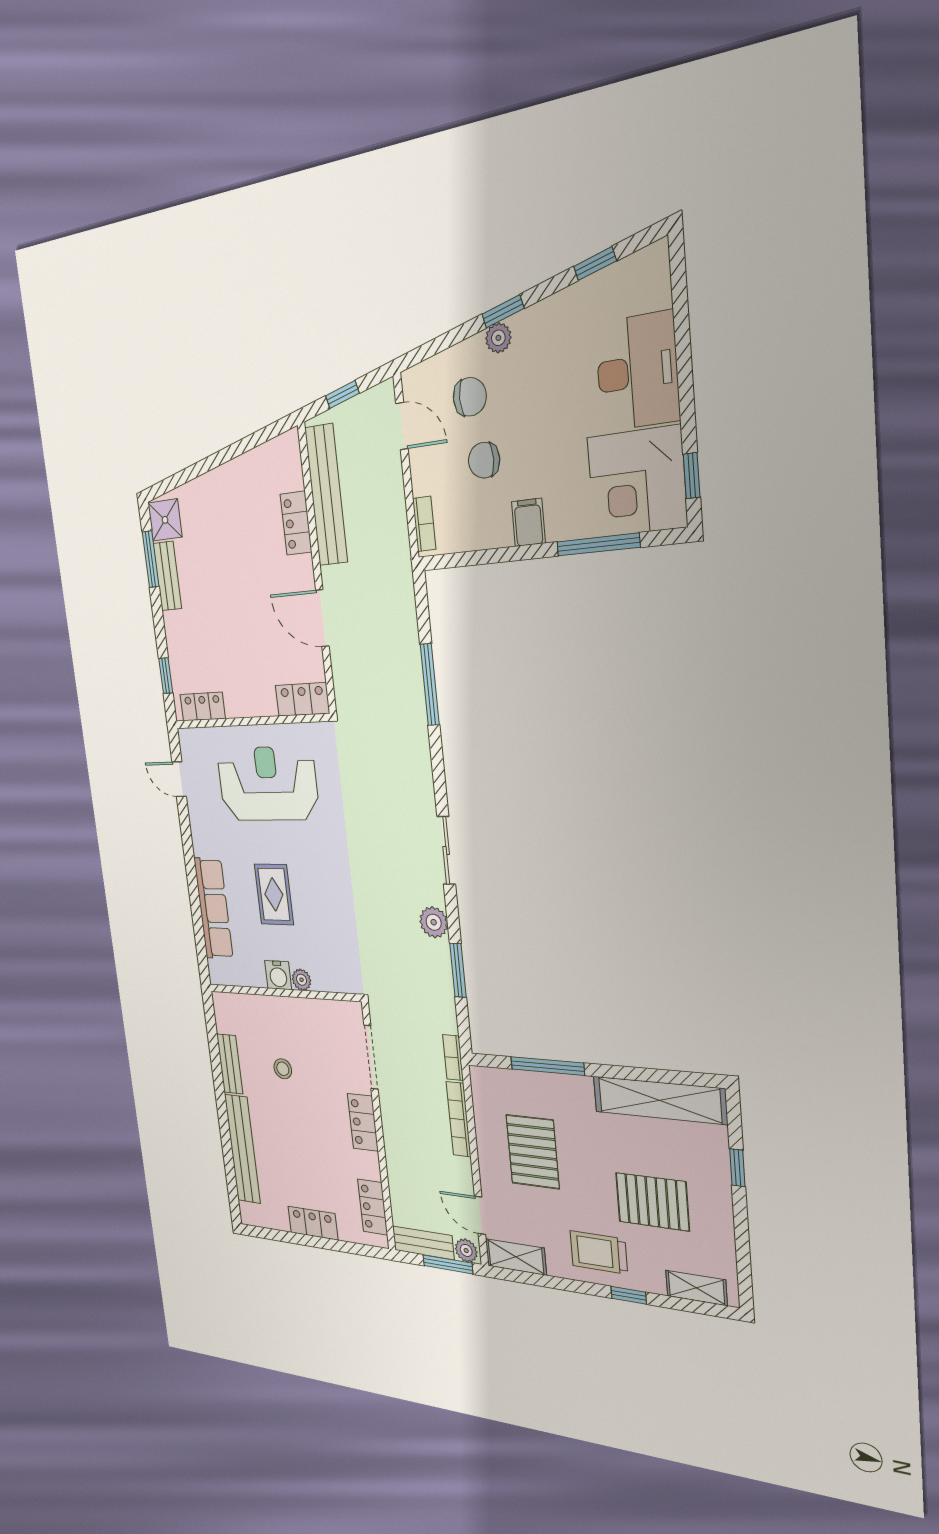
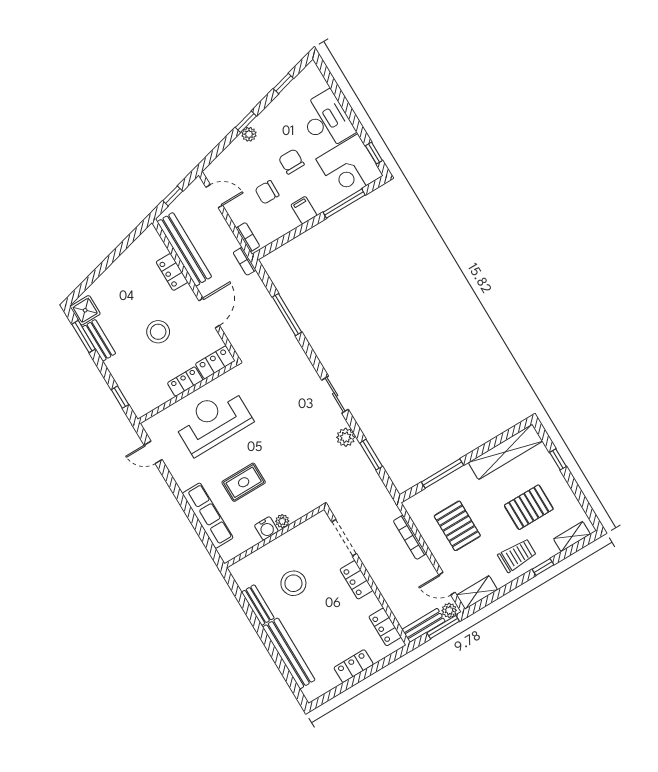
chair: (470, 397) -> (291, 161), moved, turned -90
stool: (245, 607) -> (158, 332), added
door: (322, 618) -> (209, 313), swing flipped
locker: (203, 707) -> (185, 382), moved
rug: (274, 894) -> (244, 482), turned 90
bookcase: (453, 1058) -> (244, 261), moved
stool: (283, 1069) -> (293, 583), width x1.89, depth x1.89
trolley: (599, 1252) -> (517, 555), turned 180

